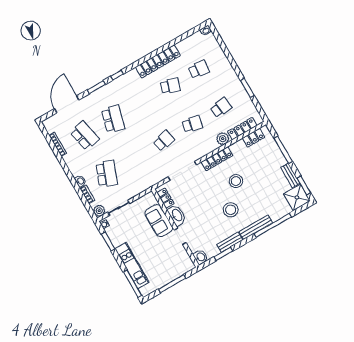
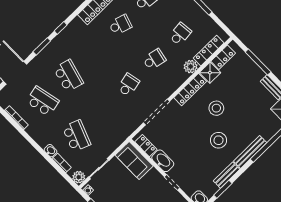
shower: (238, 148) -> (210, 73), added
sofa: (159, 221) -> (134, 161), moved

